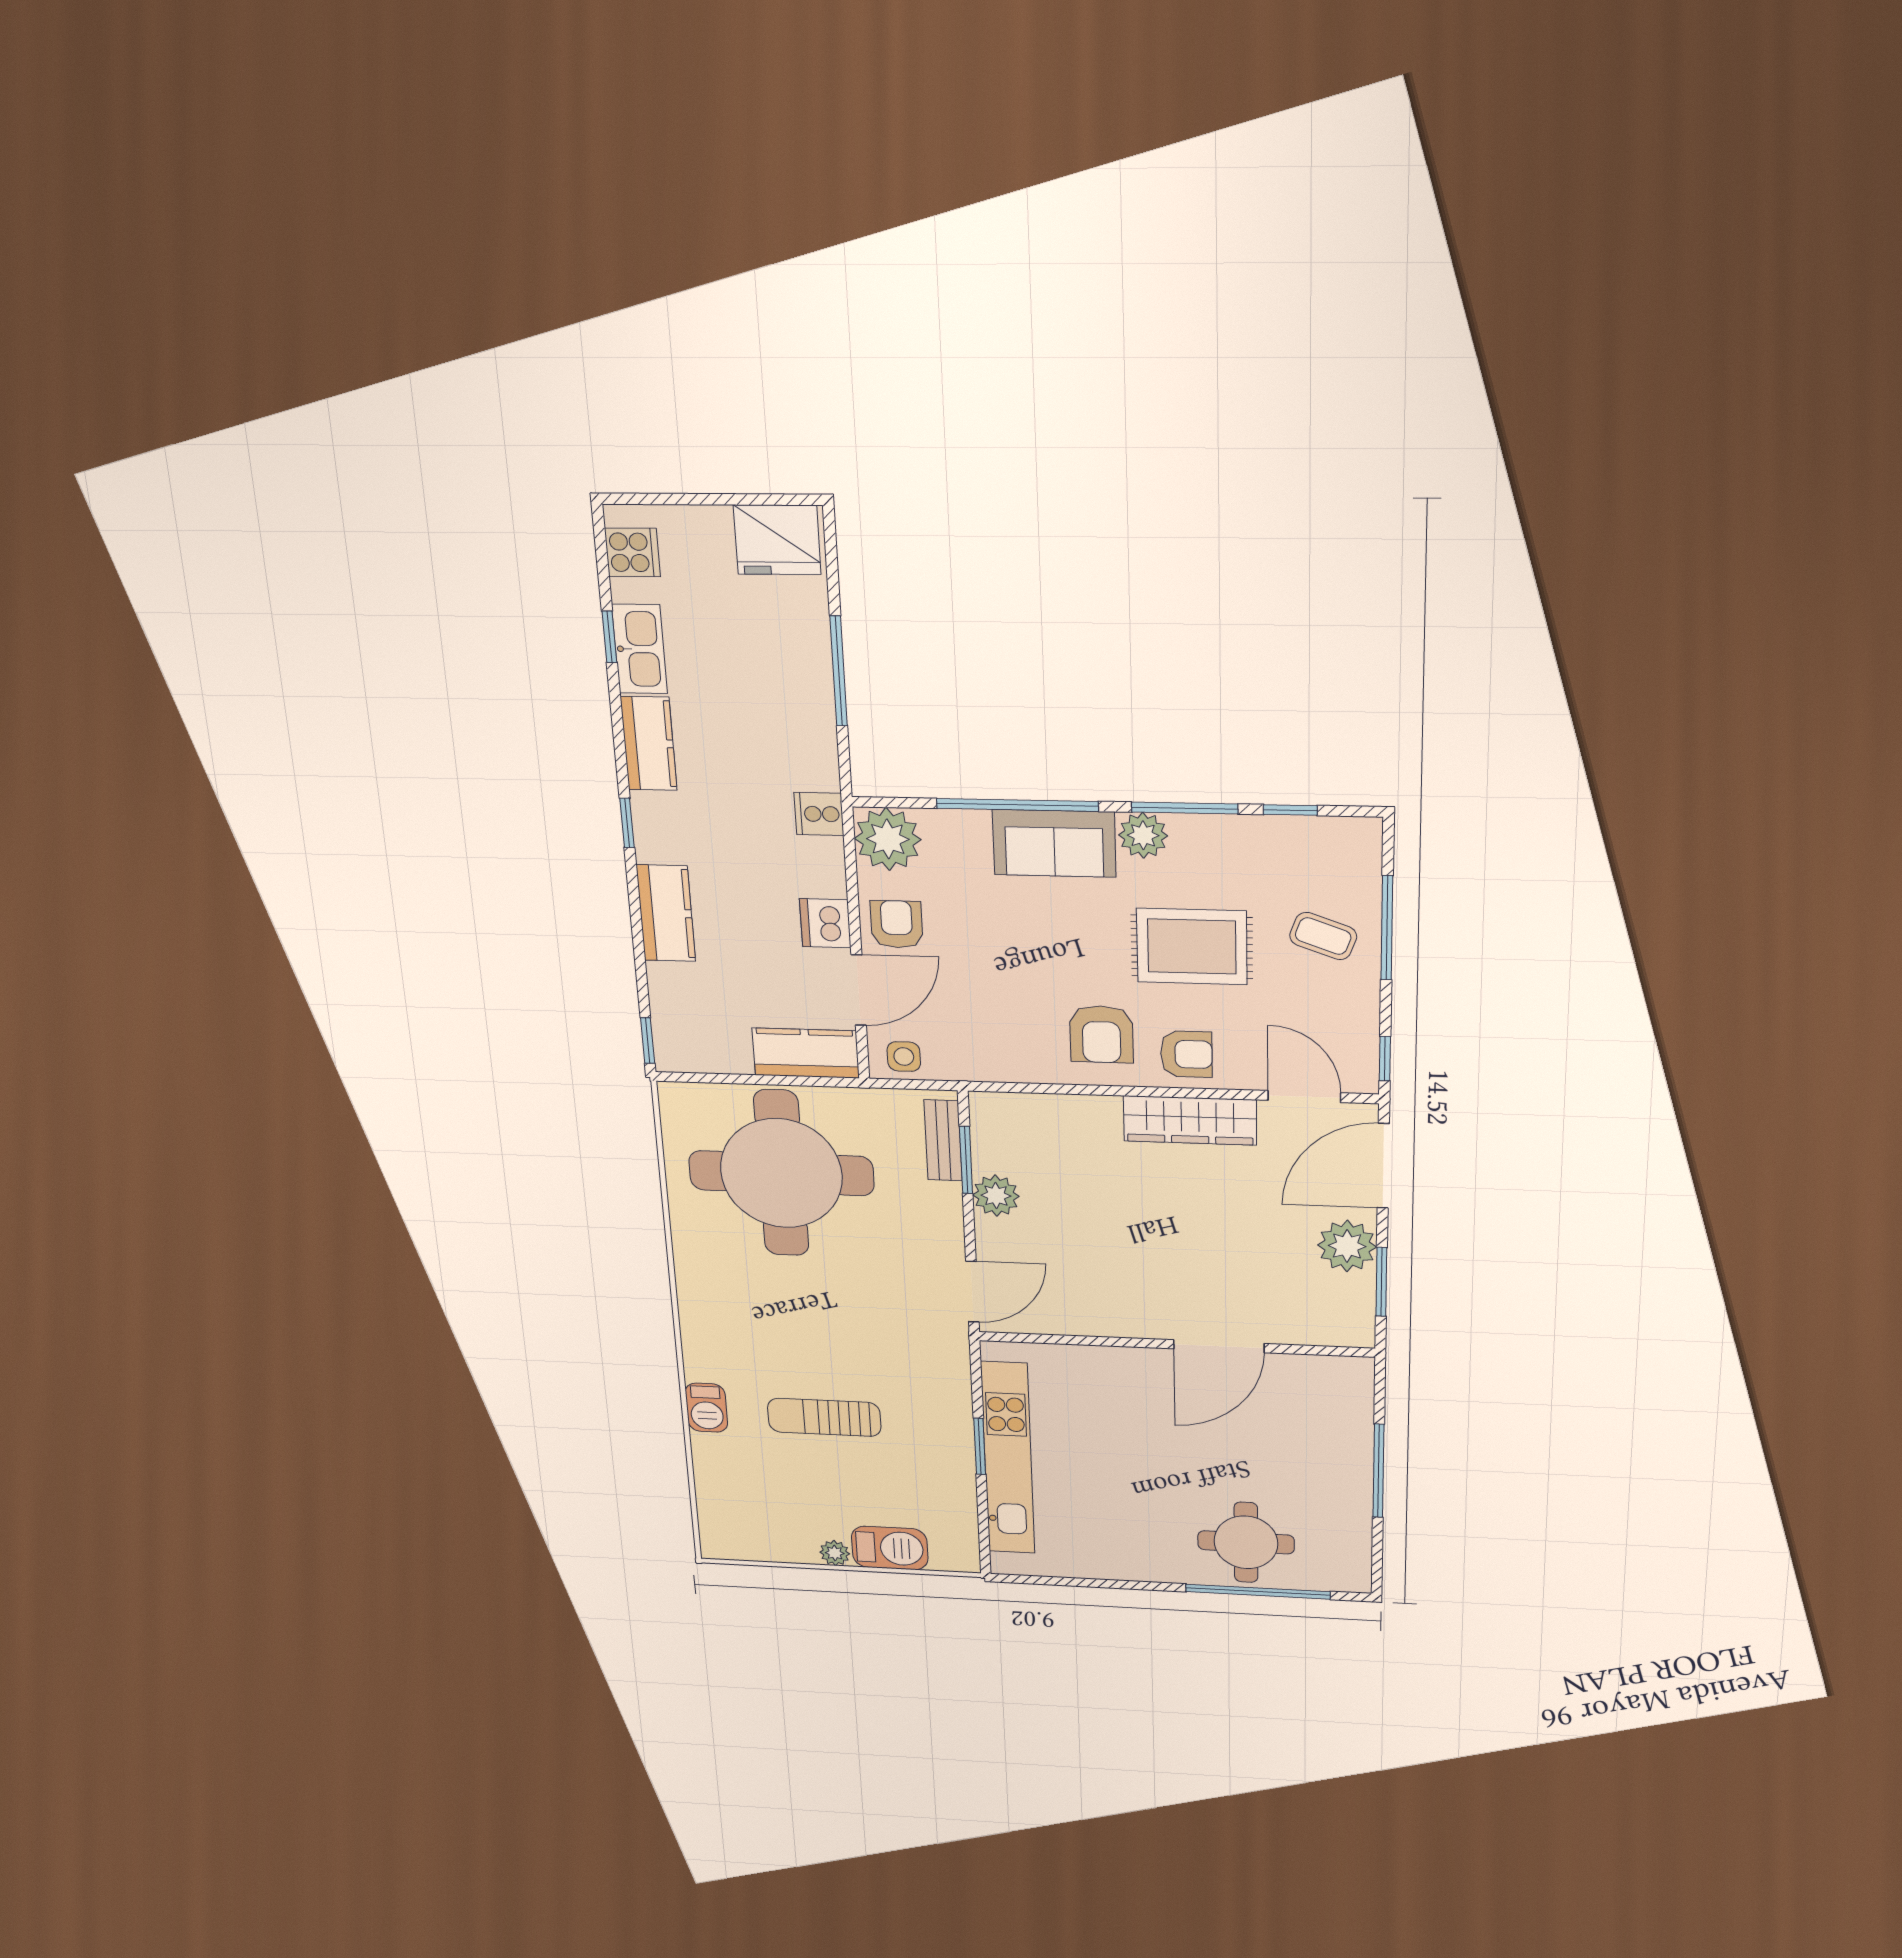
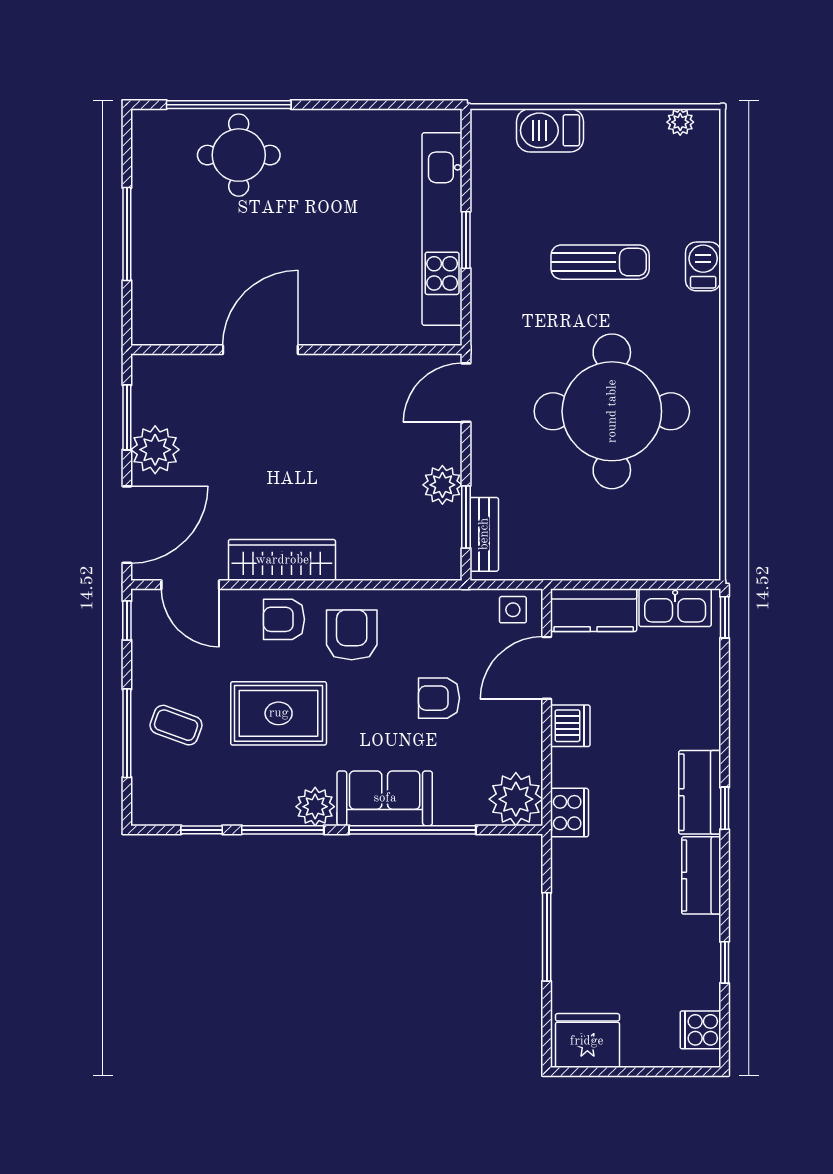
kitchen sink: (640, 649) -> (675, 608), moved, turned -90
cooker: (819, 814) -> (569, 813), width x1.36
kitchen counter: (666, 913) -> (700, 792), moved
armchair: (897, 924) -> (439, 698), moved, turned 90
round table: (781, 1173) -> (612, 411), moved
plant: (835, 1553) -> (680, 122), moved

